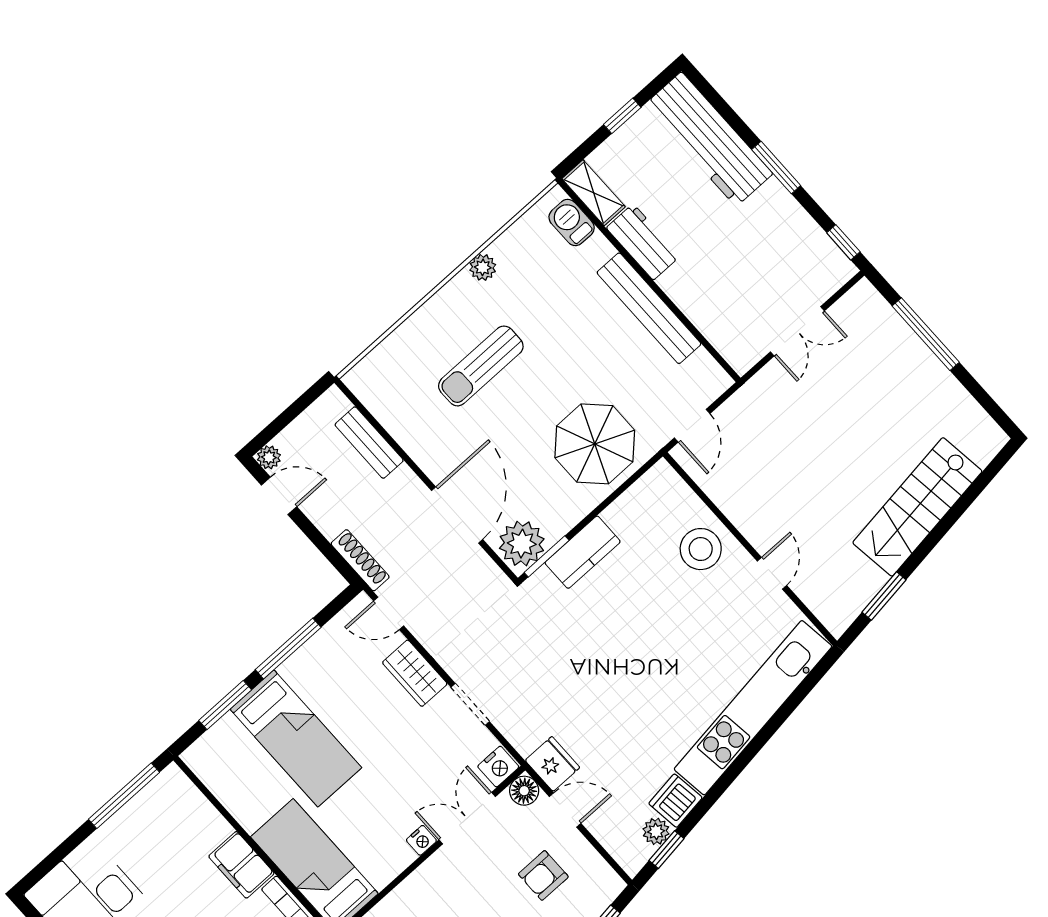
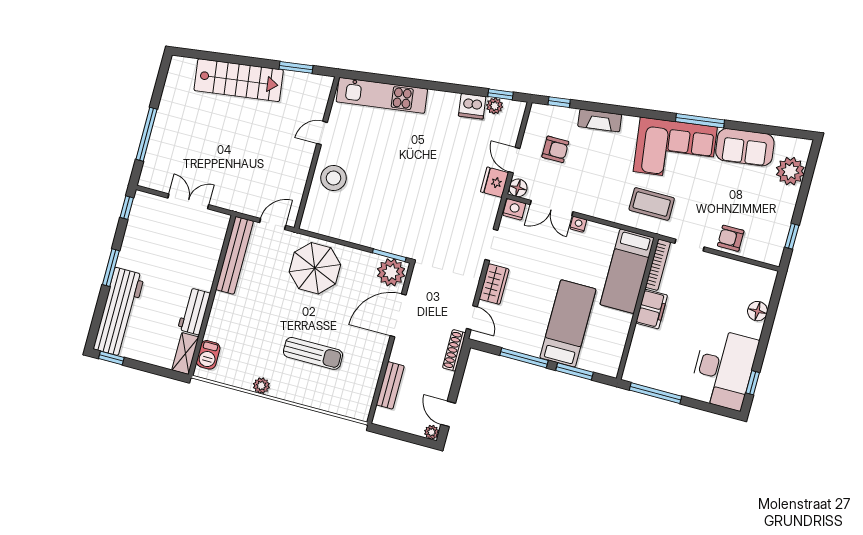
window: (622, 116) -> (111, 358), moved
bench: (649, 308) -> (235, 255), moved
kitchen counter: (583, 552) -> (375, 238), removed
kitchen unit: (753, 708) -> (382, 95), width x0.73

